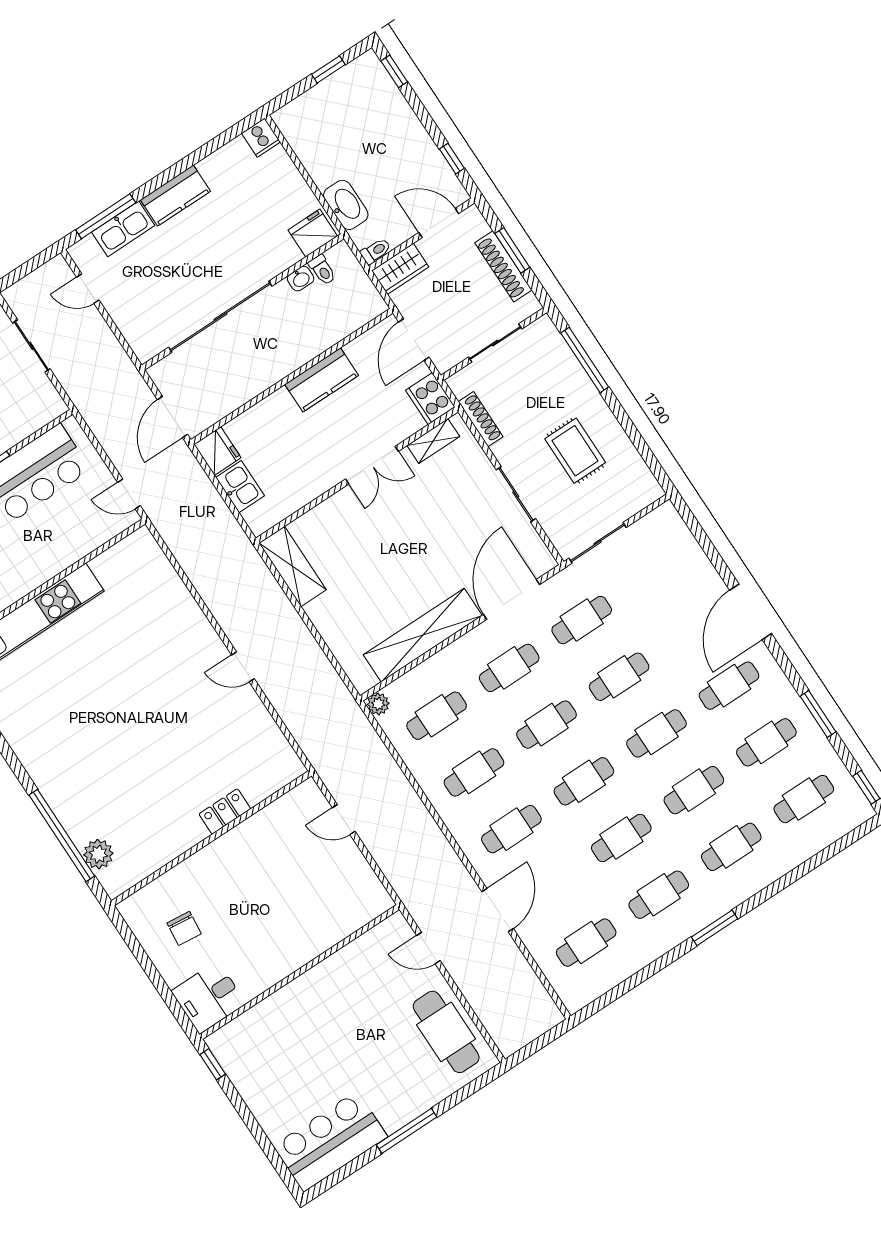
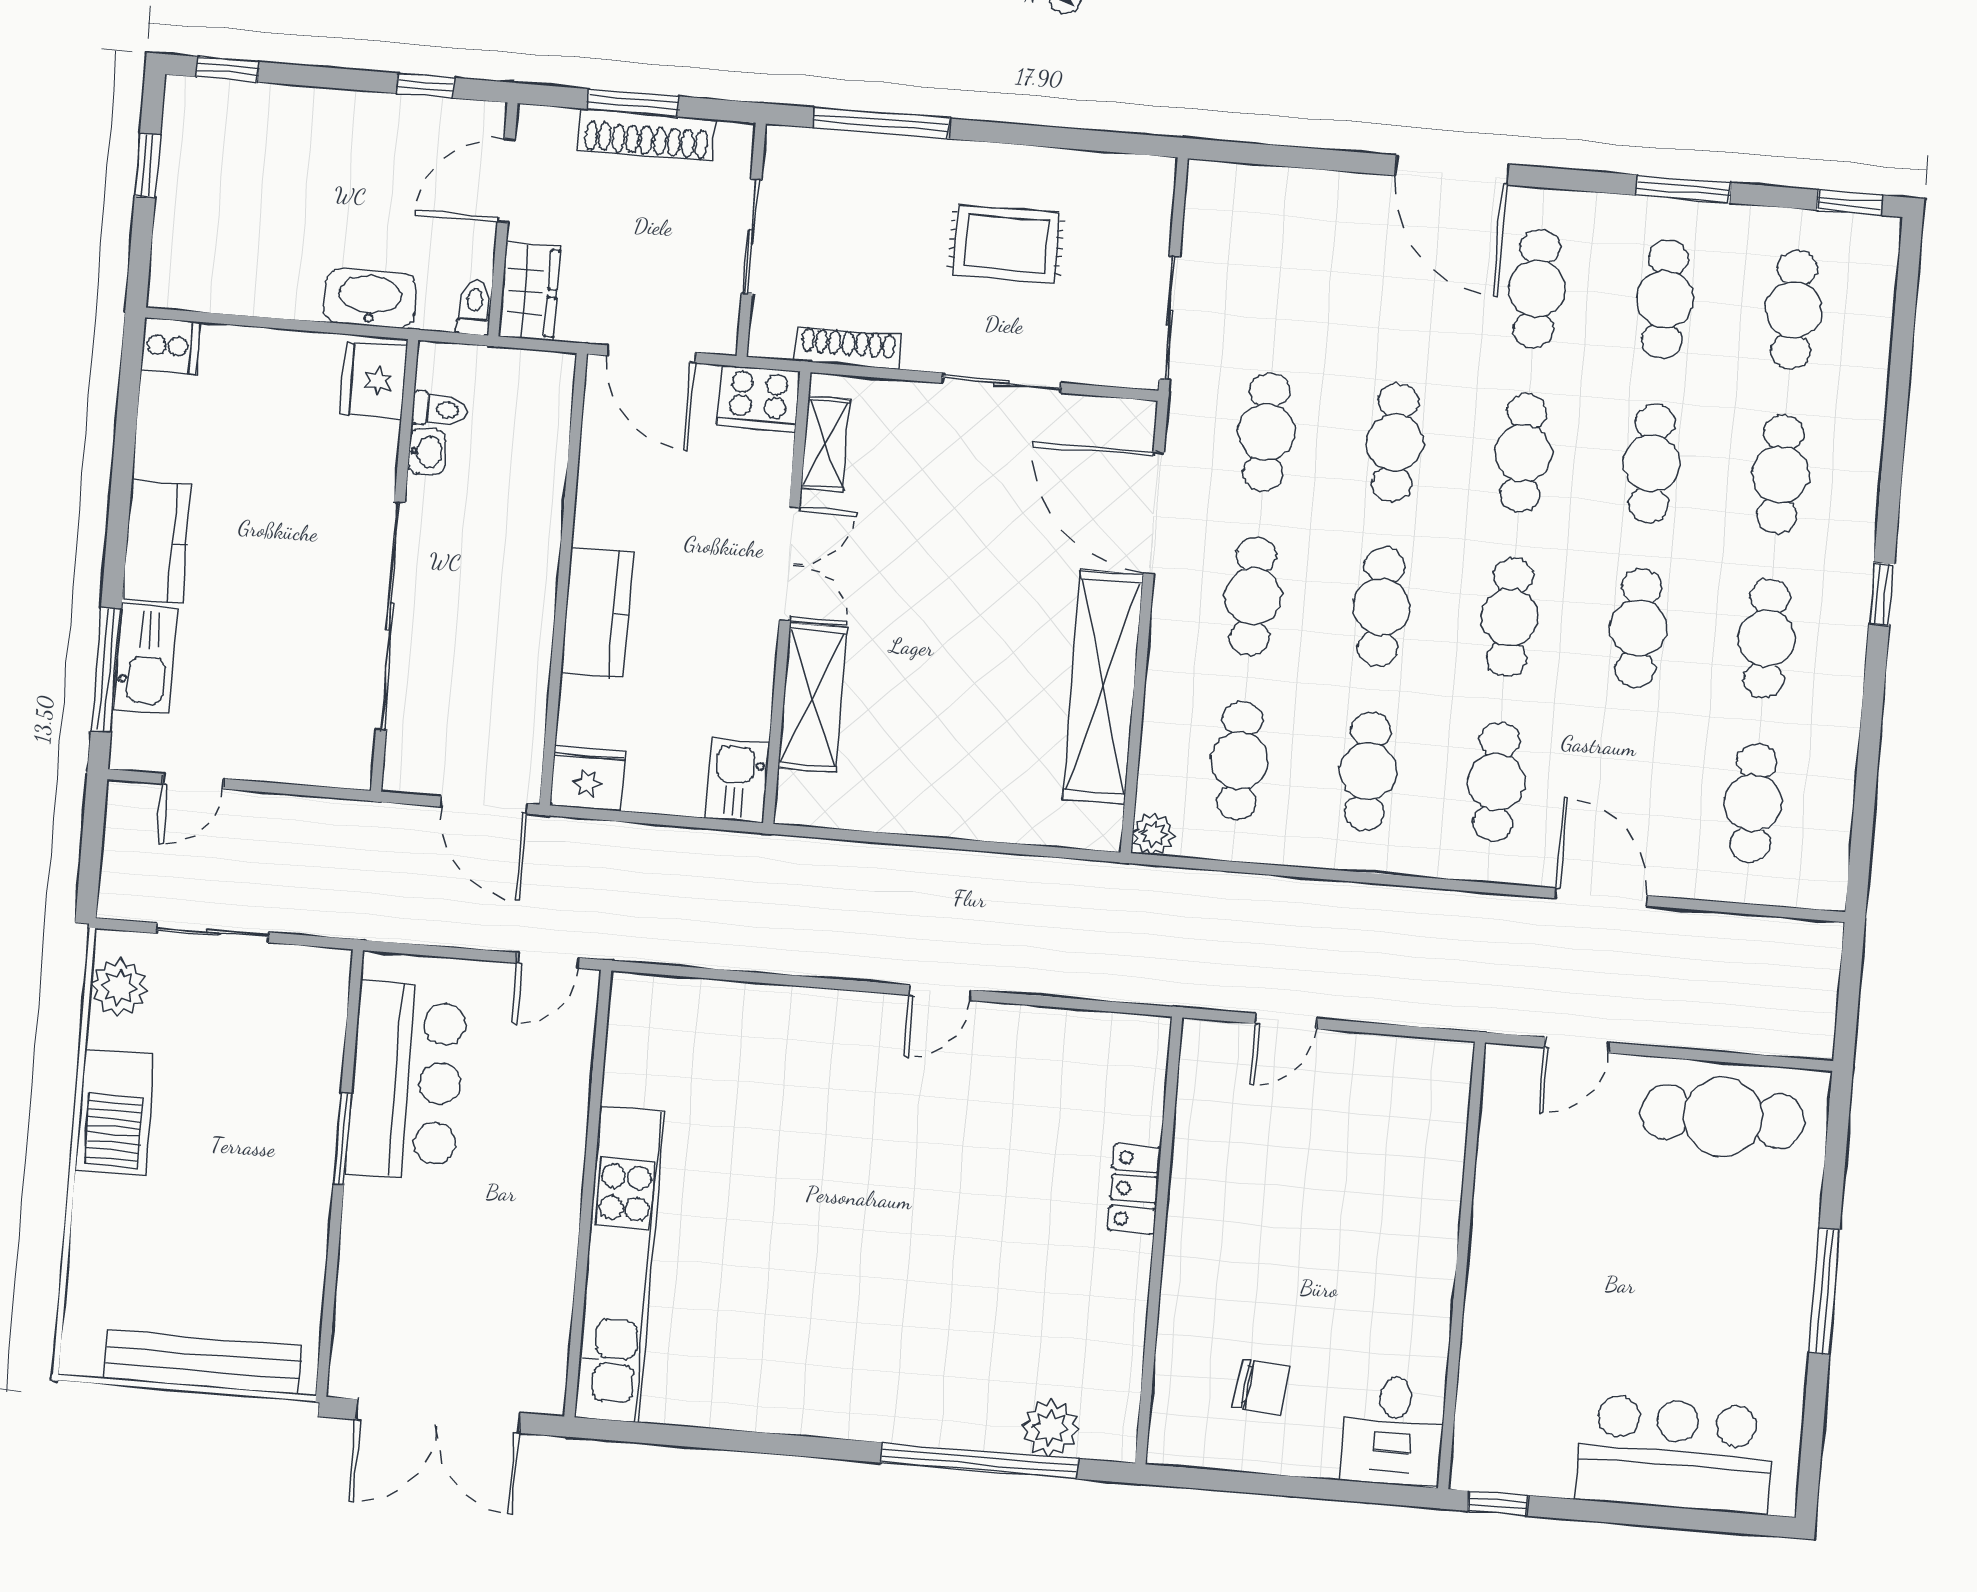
kitchen counter: (322, 380) -> (597, 612), moved
kitchen sink: (240, 487) -> (737, 781), moved, turned -90
shelving: (293, 566) -> (813, 698), moved, turned 90
window: (715, 928) -> (1882, 594), width x0.67
bar counter: (330, 1141) -> (1675, 1454), moved, turned 90

